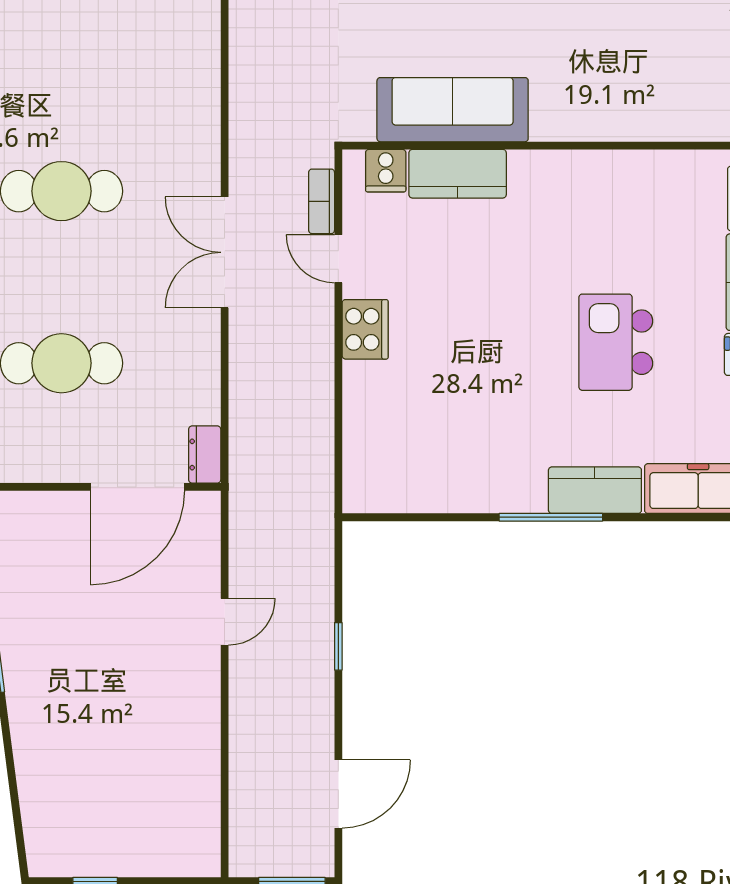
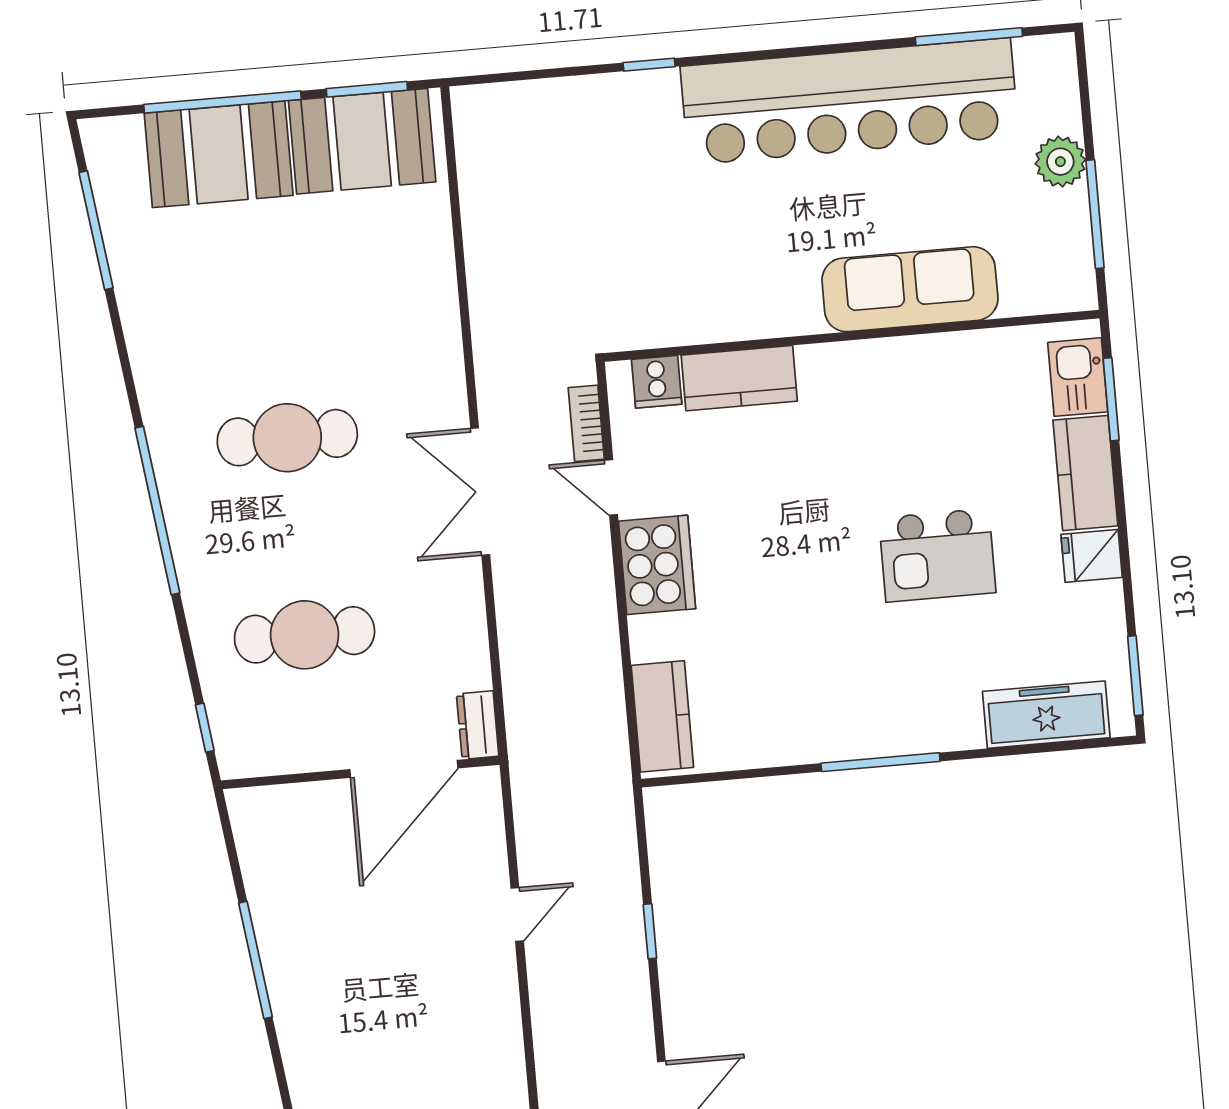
sofa: (453, 110) -> (910, 289), moved
cooker: (365, 329) -> (657, 565), width x1.37, depth x1.31
kitchen island: (616, 342) -> (937, 555), turned -90
kitchen counter: (595, 490) -> (662, 716), moved, turned 90

